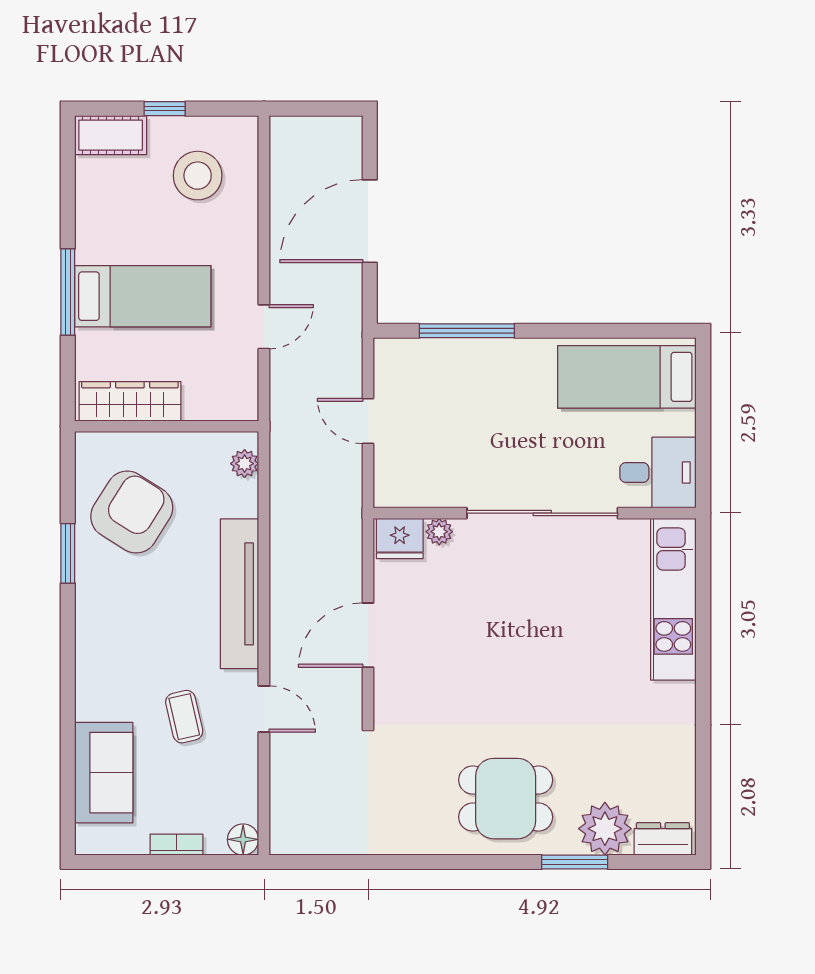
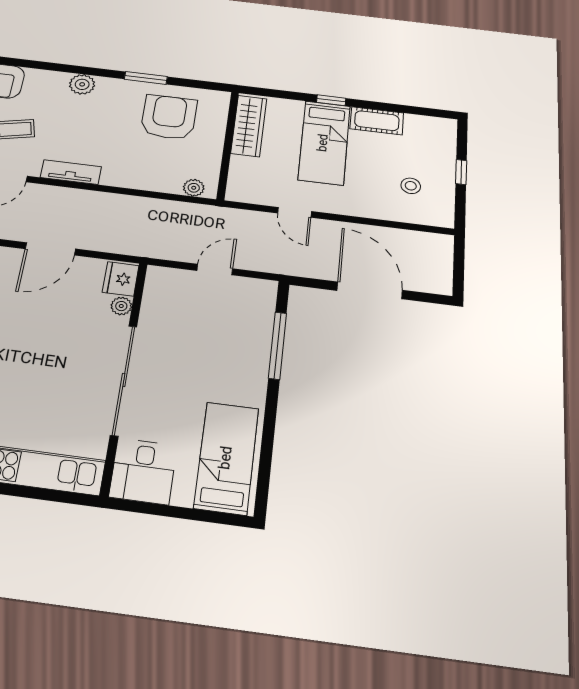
cot: (111, 135) -> (377, 121), moved, turned 90
stool: (198, 176) -> (411, 186), width x0.53, depth x0.53
window: (68, 292) -> (331, 100), width x0.46
armchair: (132, 512) -> (169, 117), turned -122
tv unit: (239, 594) -> (71, 172), width x0.52, depth x0.78
door: (368, 635) -> (50, 249), swing flipped
plant: (93, 640) -> (82, 84), added

